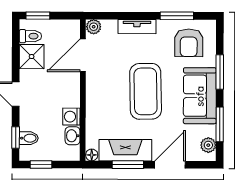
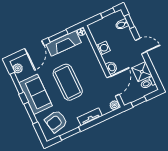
window: (38, 16) -> (139, 102), moved
armchair: (189, 43) -> (56, 121), turned -102
washbasin: (73, 136) -> (111, 68), moved

